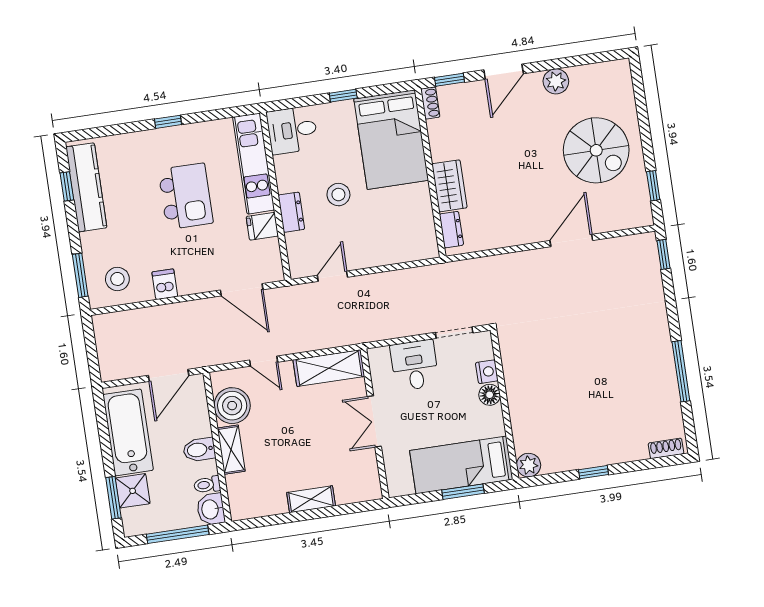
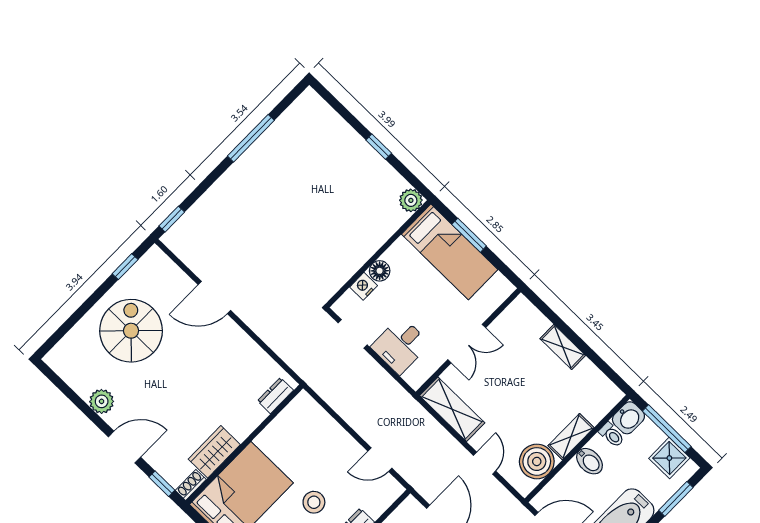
wardrobe: (449, 186) -> (214, 452), moved
shoe rack: (666, 448) -> (319, 105), removed
shower: (133, 491) -> (669, 458), moved

